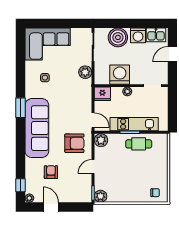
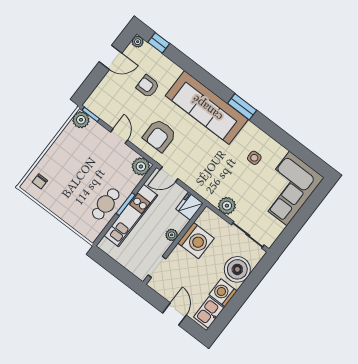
armchair: (51, 172) -> (148, 86), turned 180

